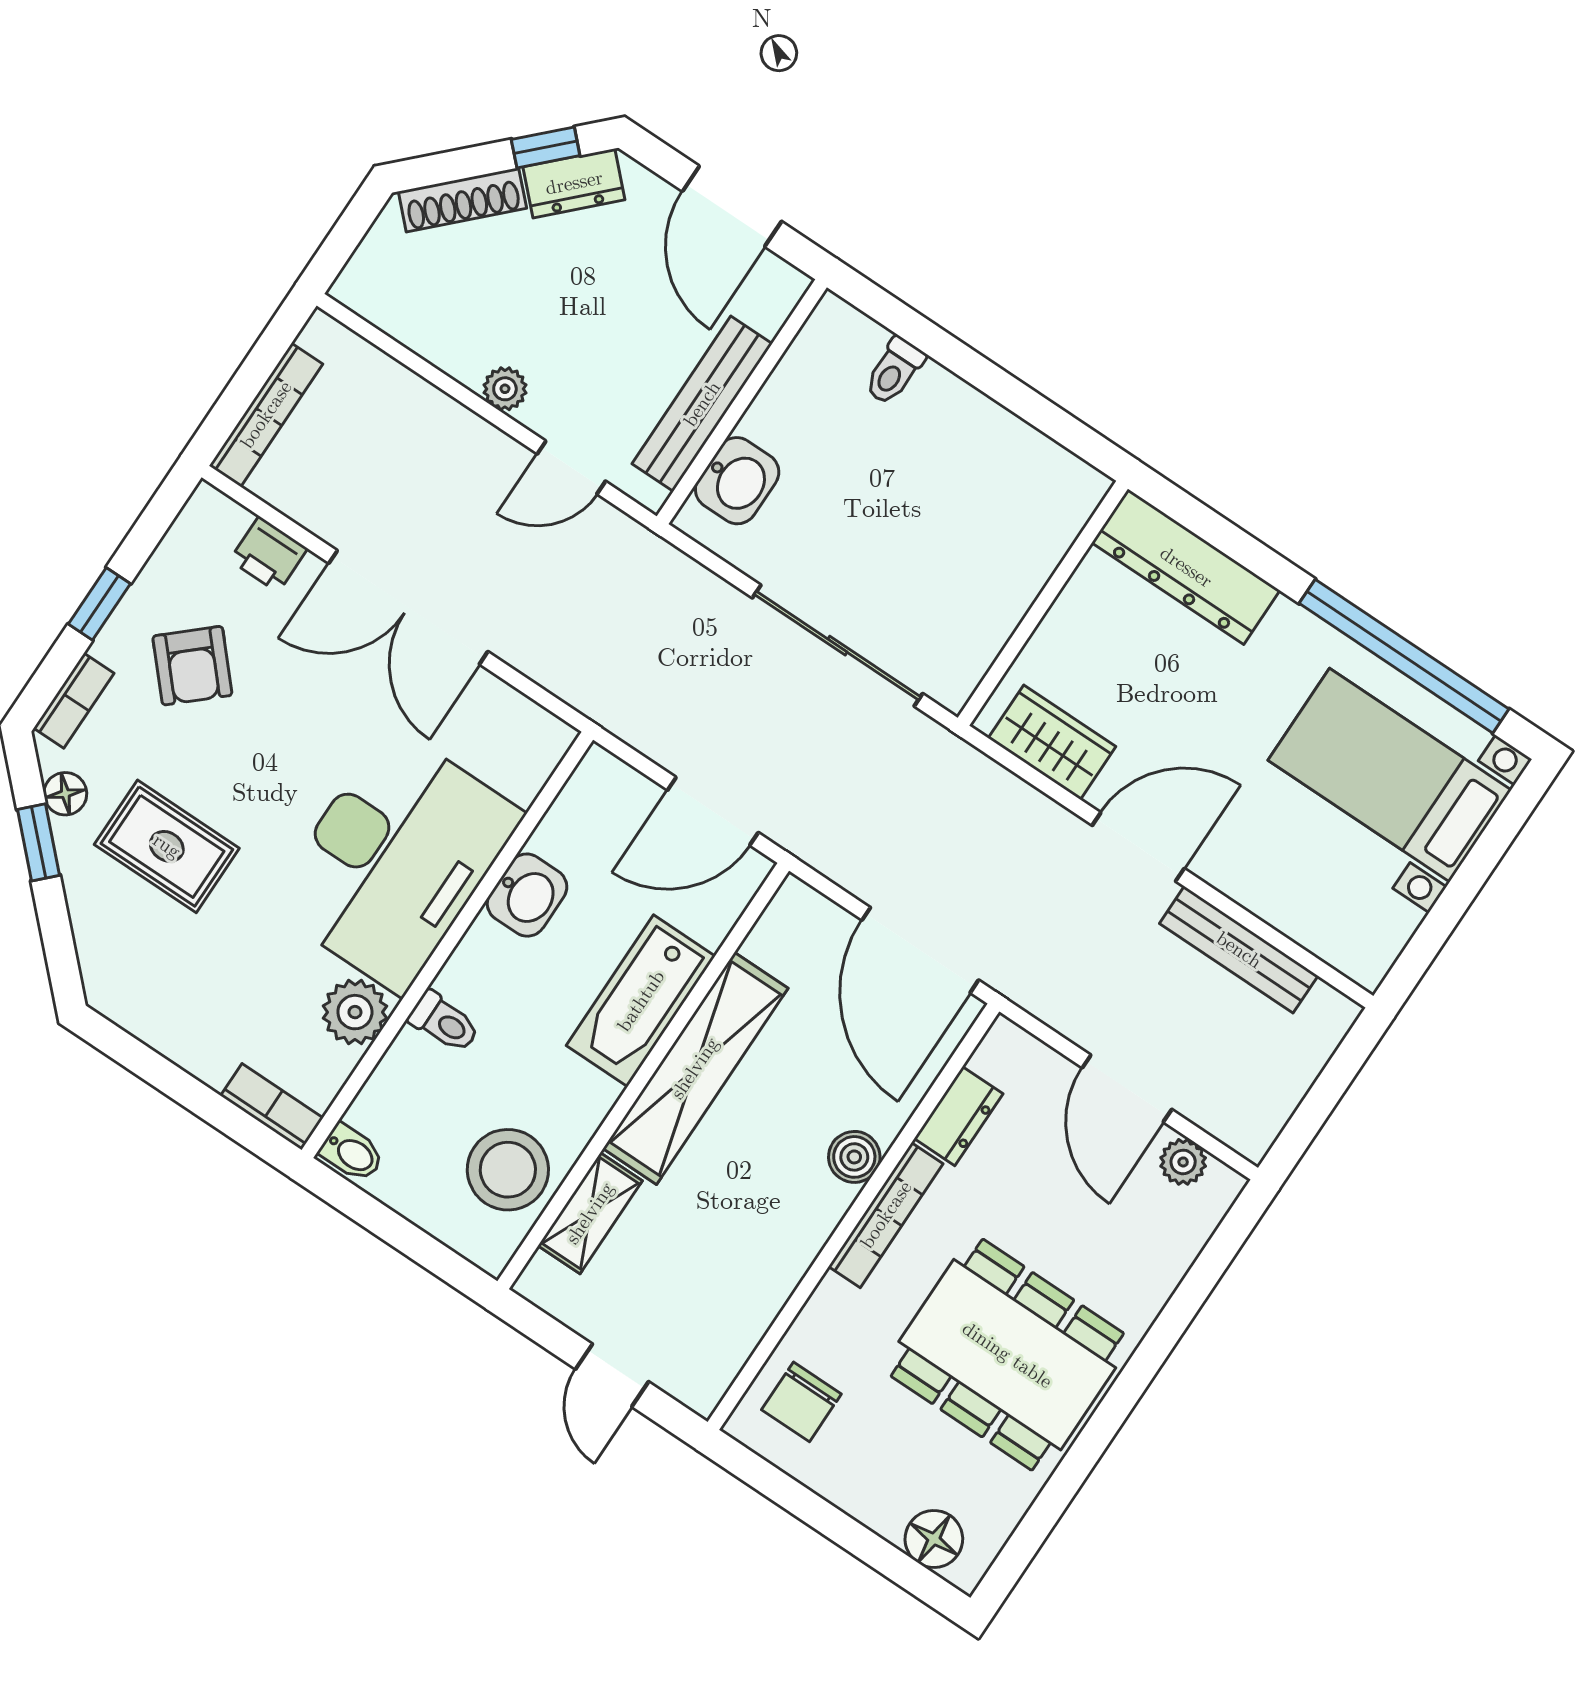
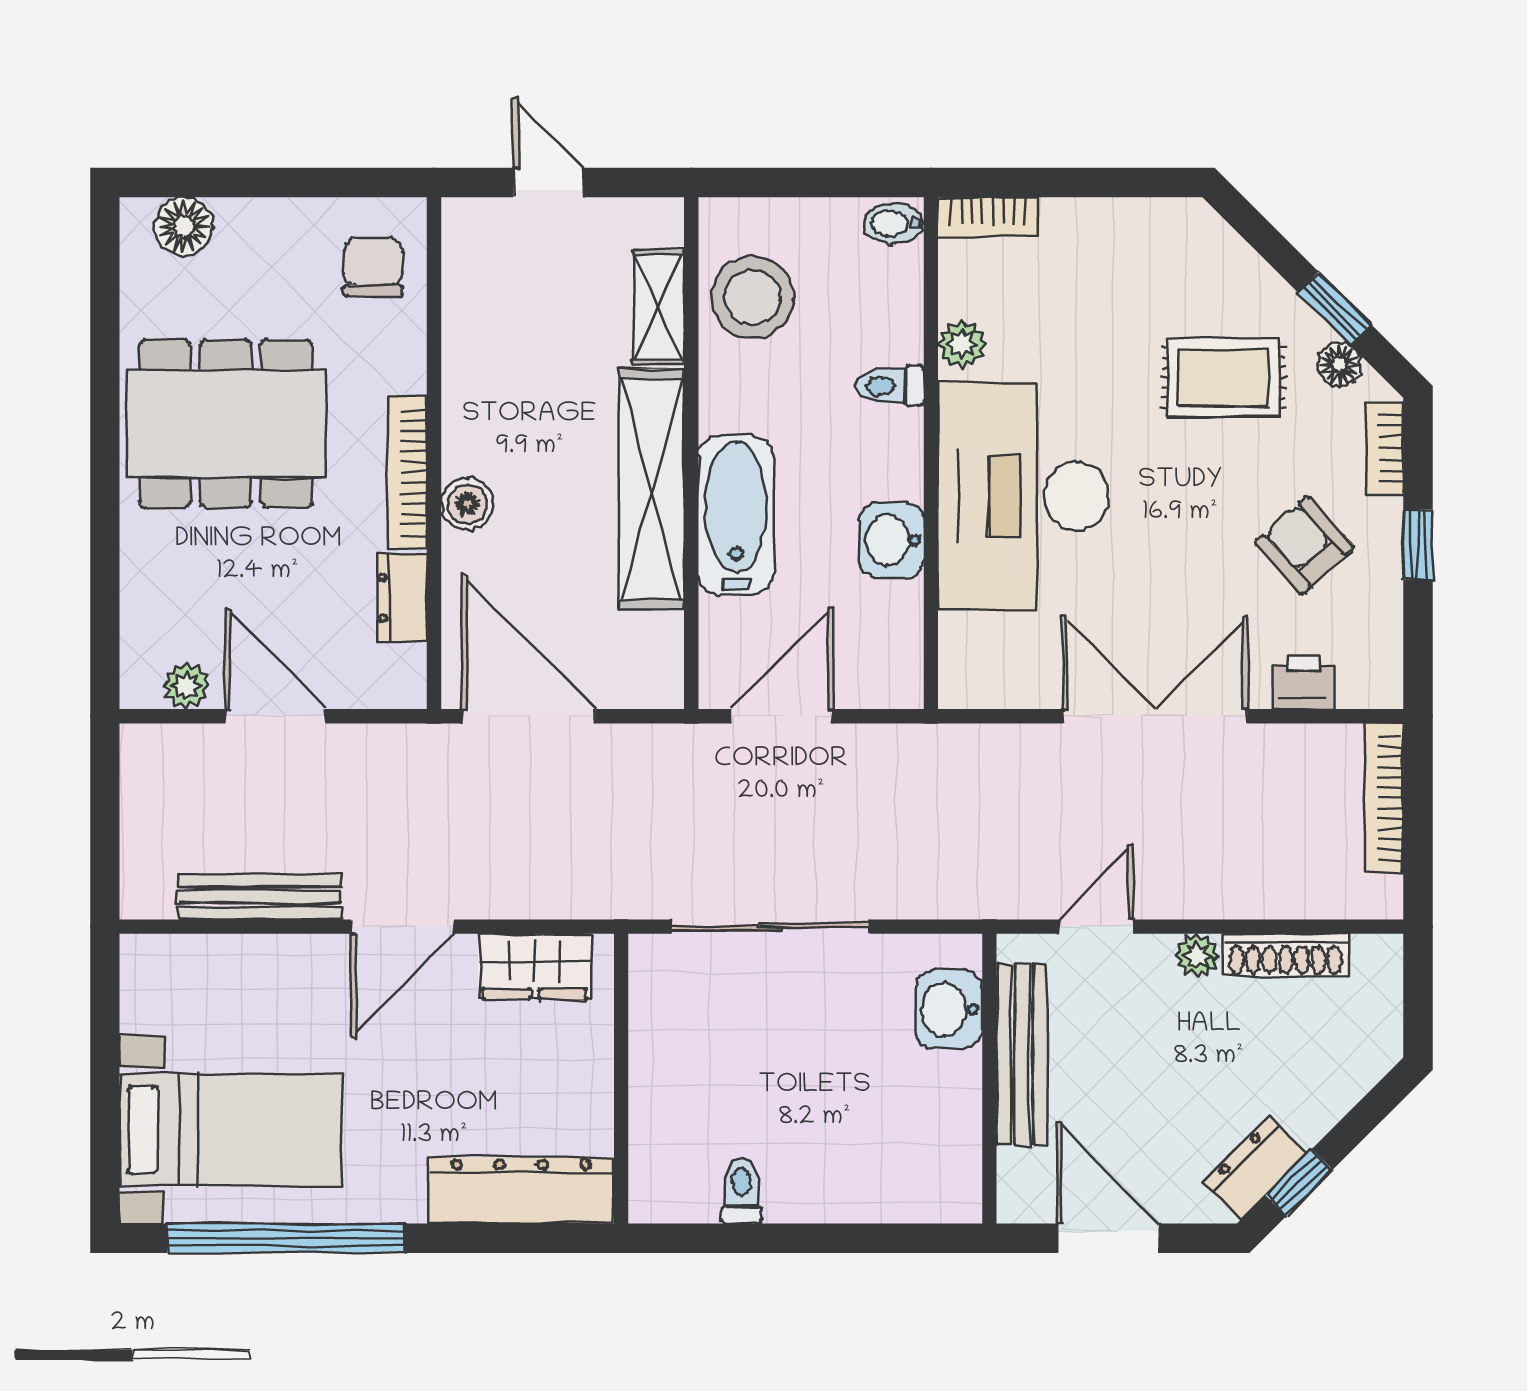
shoe rack: (462, 200) -> (1286, 955), moved, turned -135
toilet: (894, 371) -> (742, 1191), moved
plant: (355, 1012) -> (962, 344), width x0.73, depth x0.73

